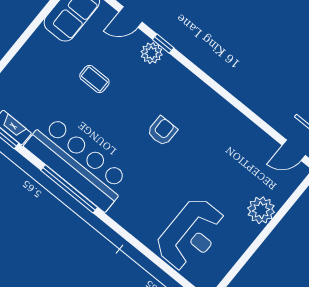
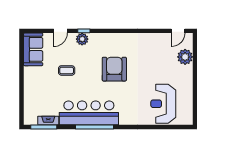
armchair: (162, 131) -> (114, 69), width x1.88, depth x1.88
plant: (261, 210) -> (185, 57), moved
reception desk: (191, 235) -> (163, 104), turned 180

